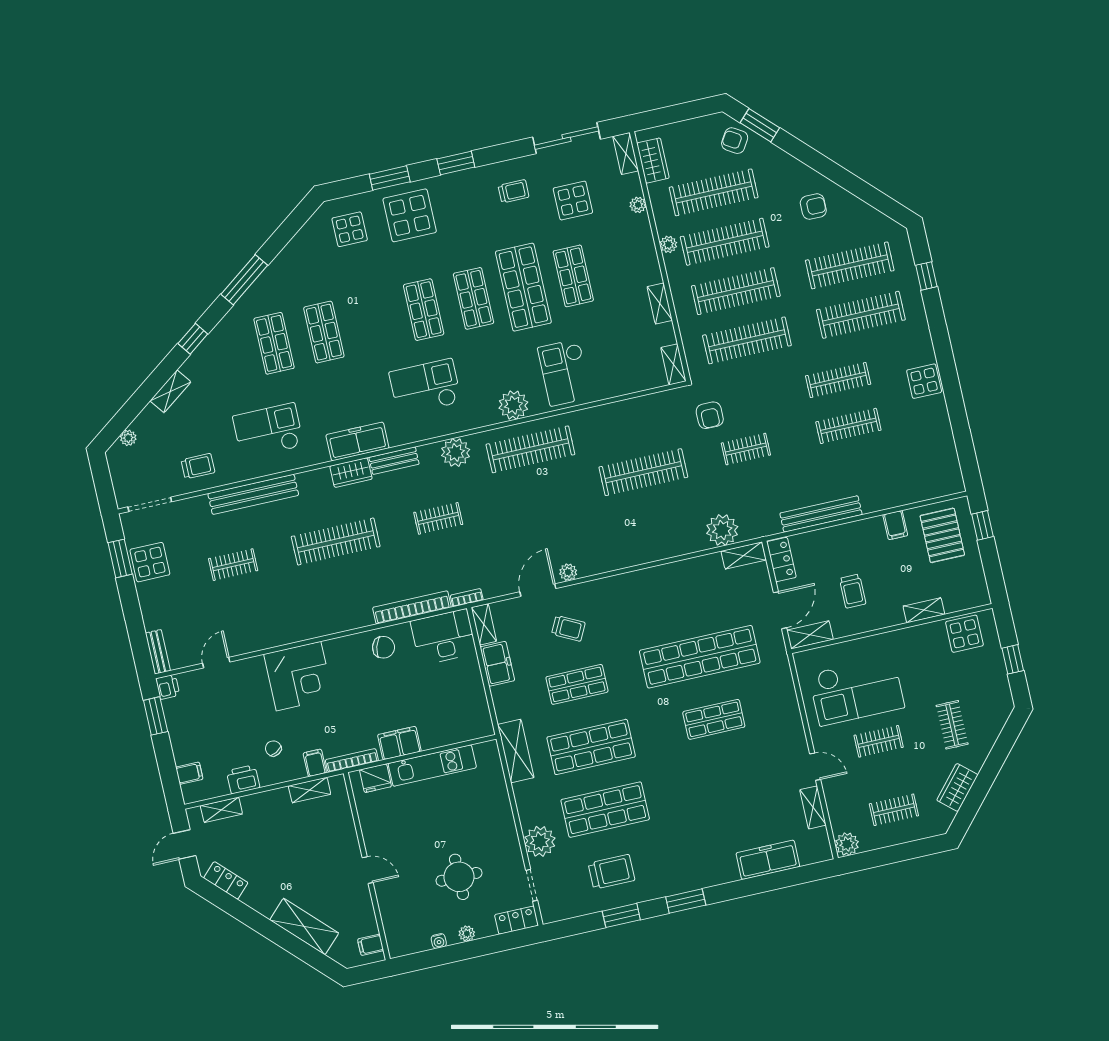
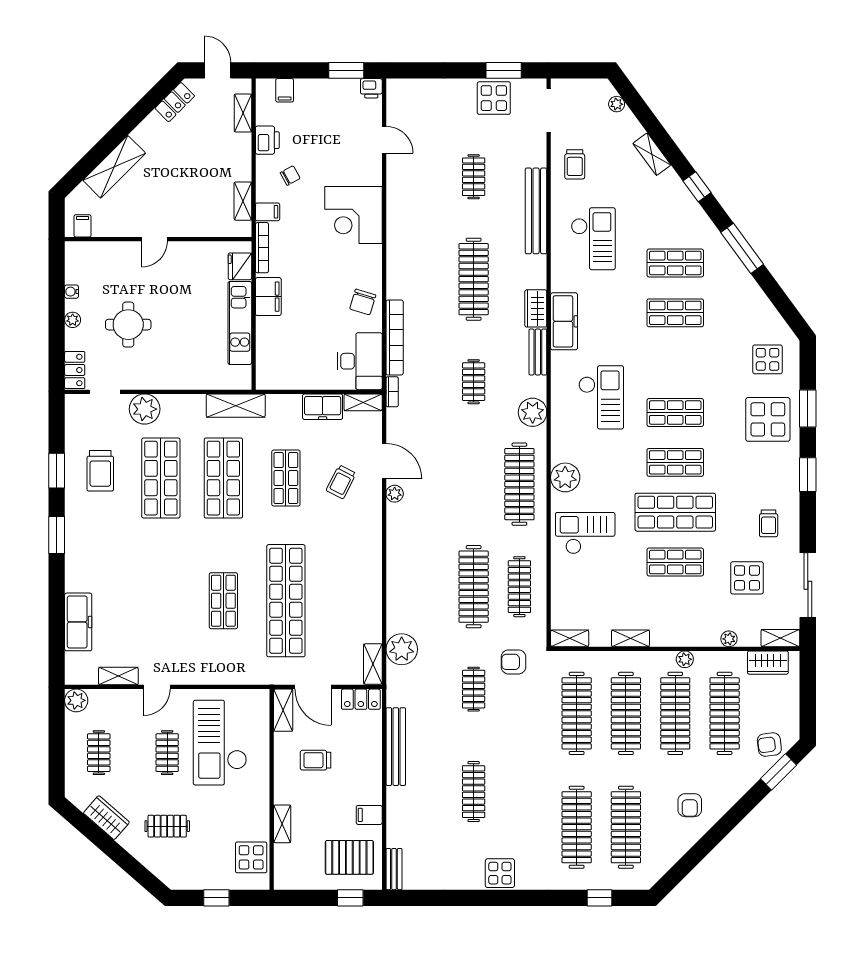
armchair: (735, 141) -> (769, 745), turned -129
clothes rail: (838, 380) -> (519, 587), moved
bench: (158, 652) -> (394, 869), moved, turned 90

